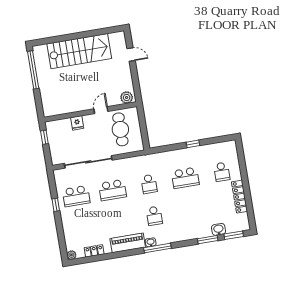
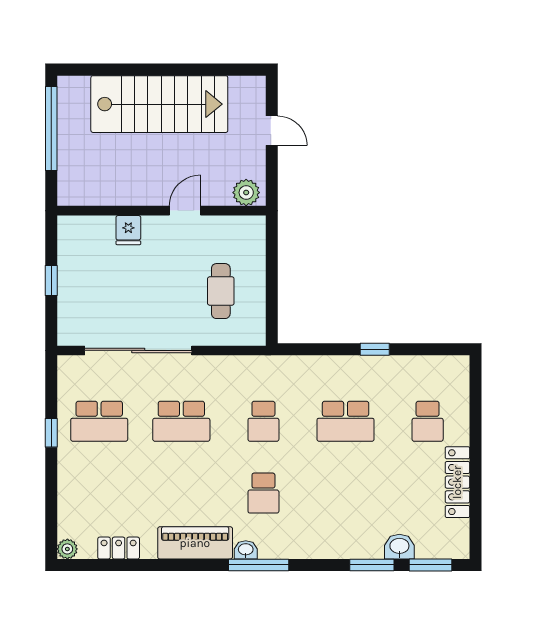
plant: (127, 97) -> (246, 193), moved
door: (101, 110) -> (185, 211), moved
wall: (90, 112) -> (162, 211), moved
fridge: (77, 123) -> (128, 230), moved
cafe table: (120, 129) -> (221, 291), width x0.73, depth x0.74

